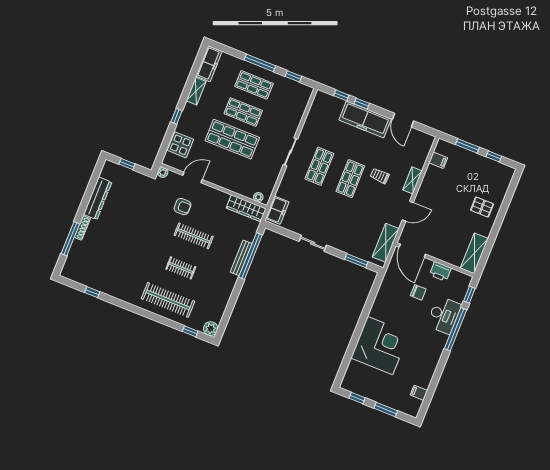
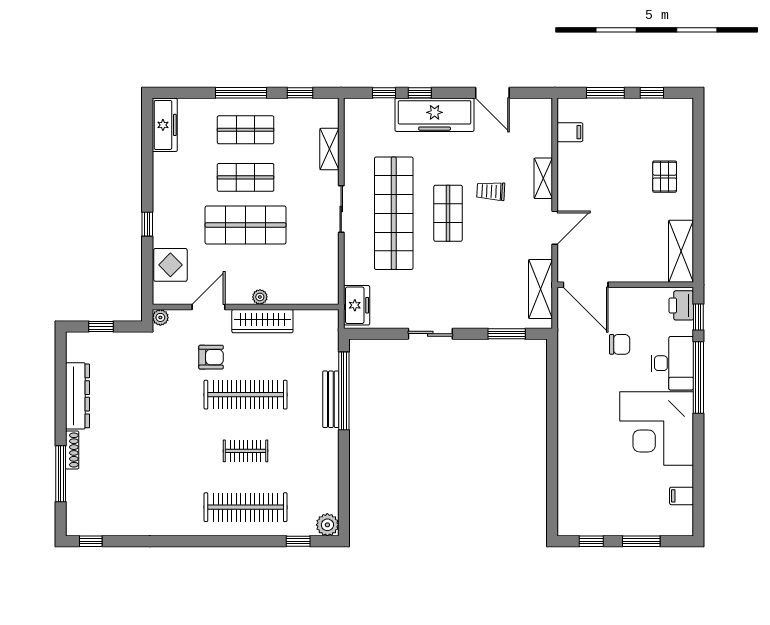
shelving: (196, 91) -> (329, 149), moved
shop shelf: (319, 166) -> (394, 213), width x2.00, depth x1.36
plant: (258, 197) -> (260, 297), moved
pallet: (482, 207) -> (665, 177), turned 90
wardrobe: (246, 208) -> (262, 321), moved
clothes rail: (194, 236) -> (246, 395), width x1.37, depth x1.31
printer: (440, 272) -> (681, 305), moved, turned 90
window: (92, 292) -> (91, 541), moved
corner desk: (380, 346) -> (657, 428), moved, turned 180

